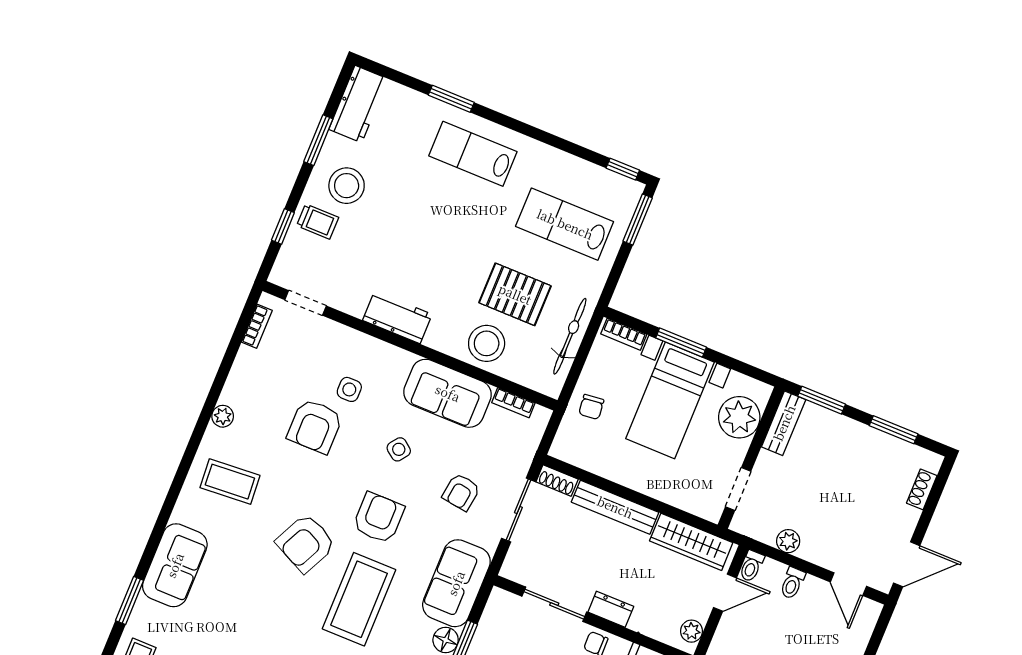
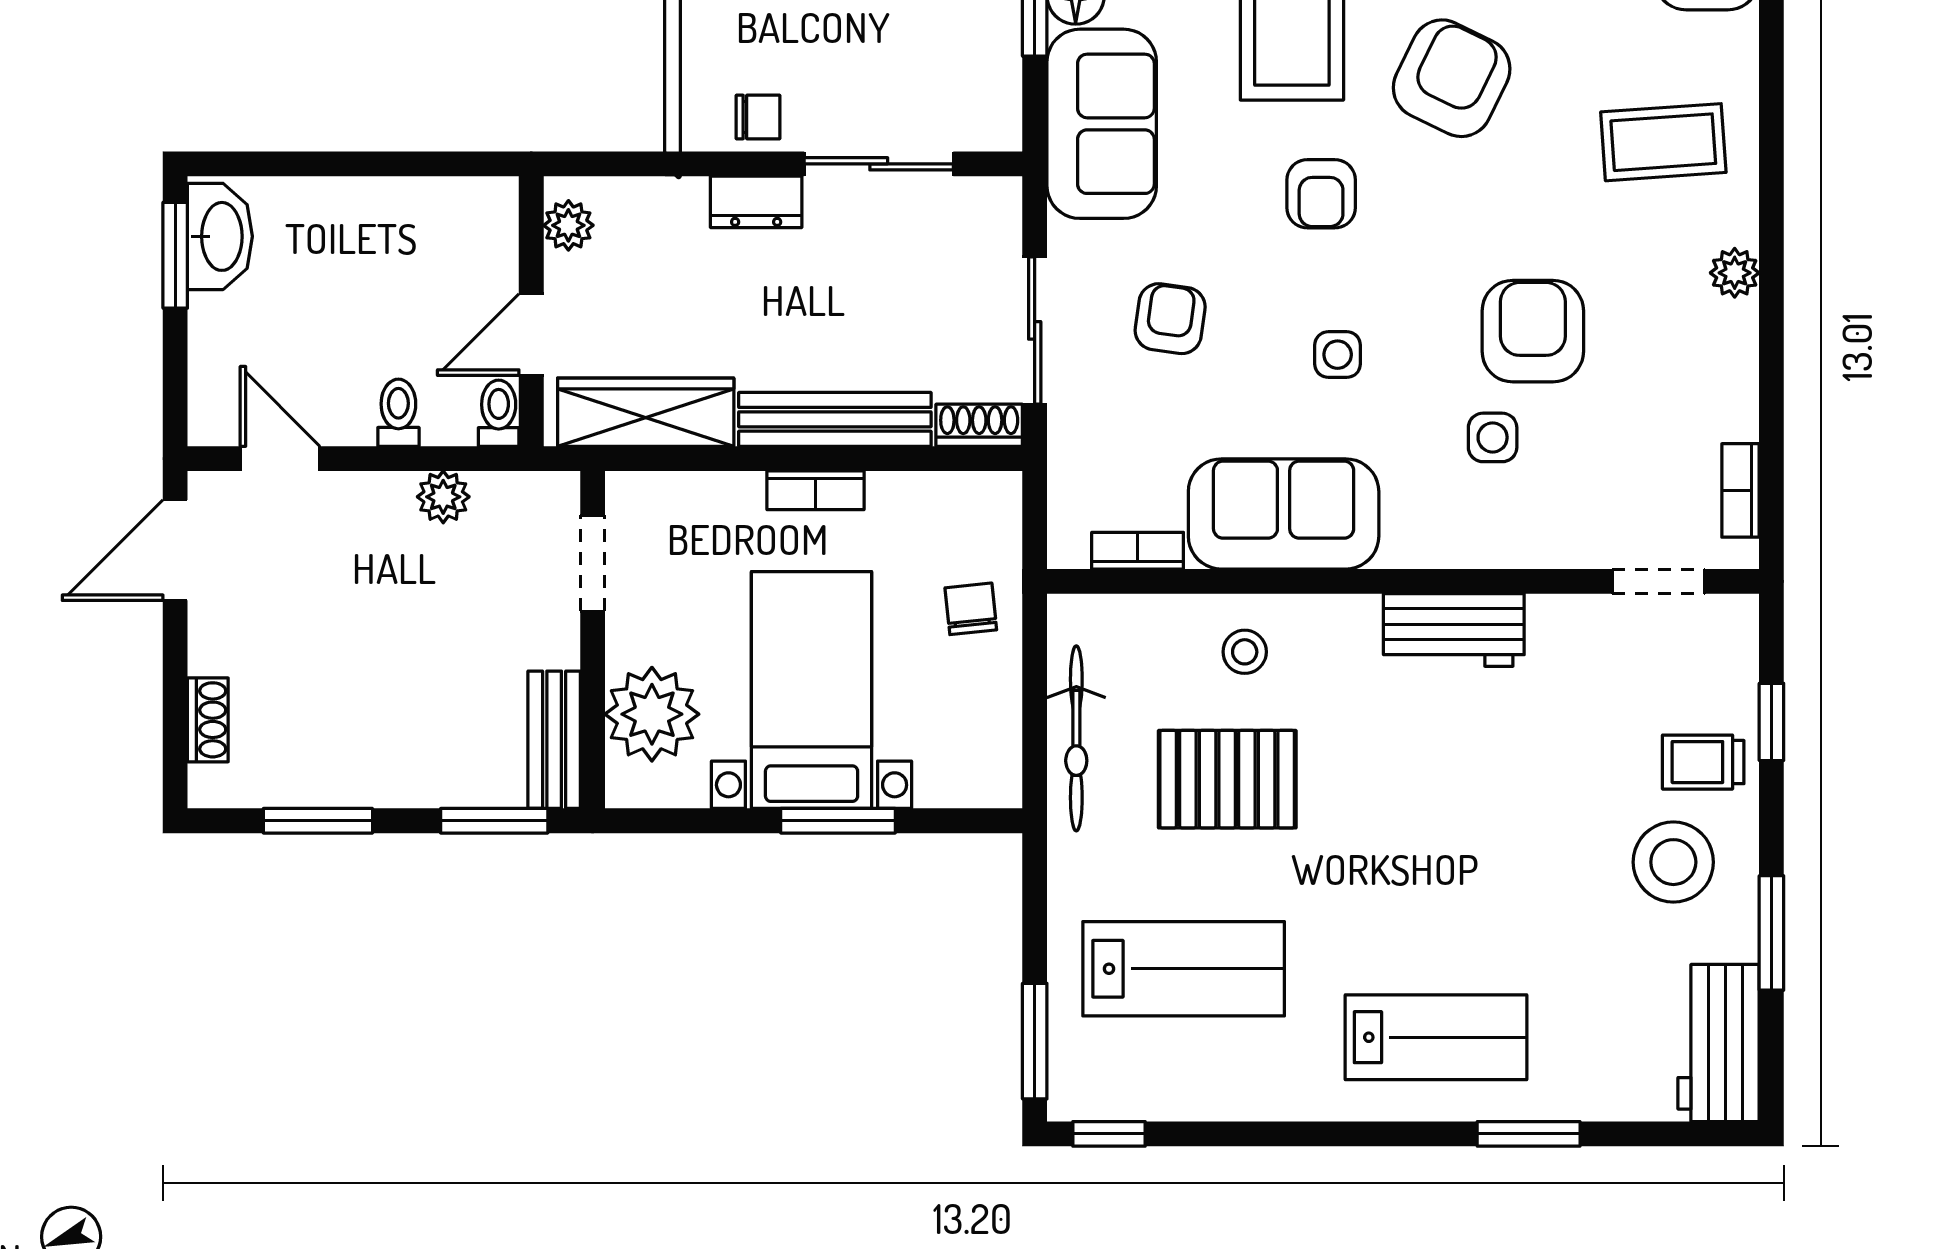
bookcase: (624, 334) -> (816, 490), moved, turned 180
stool: (487, 343) -> (1245, 652), width x0.53, depth x0.53
side table: (399, 449) -> (1338, 355), turned -37
armchair: (379, 518) -> (1321, 194), width x0.72, depth x0.72

